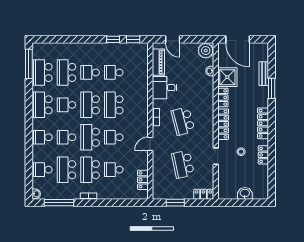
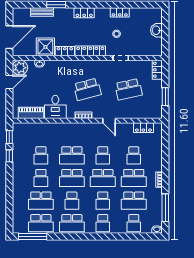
door: (173, 39) -> (9, 82), moved
locker: (263, 123) -> (84, 13), width x0.66

